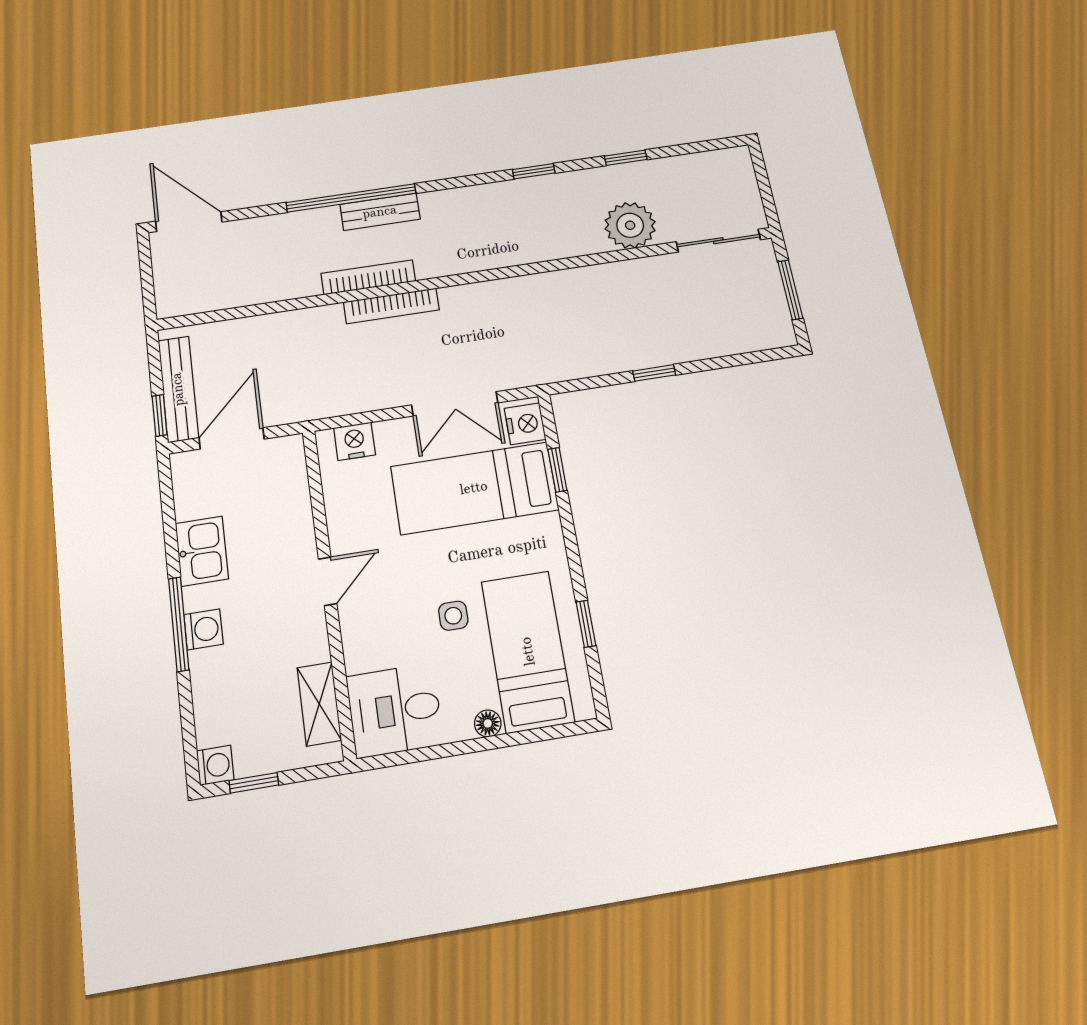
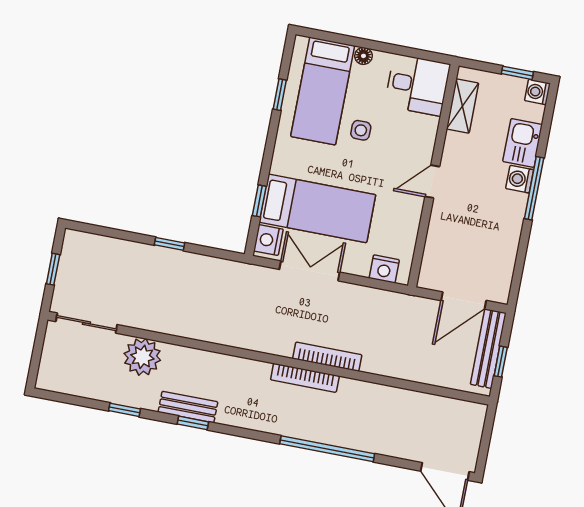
bench: (380, 212) -> (188, 407), moved
bookcase: (368, 277) -> (305, 378), moved
window: (790, 290) -> (53, 269), width x0.67
window: (160, 415) -> (501, 362), moved
kitchen sink: (202, 551) -> (523, 143), moved

